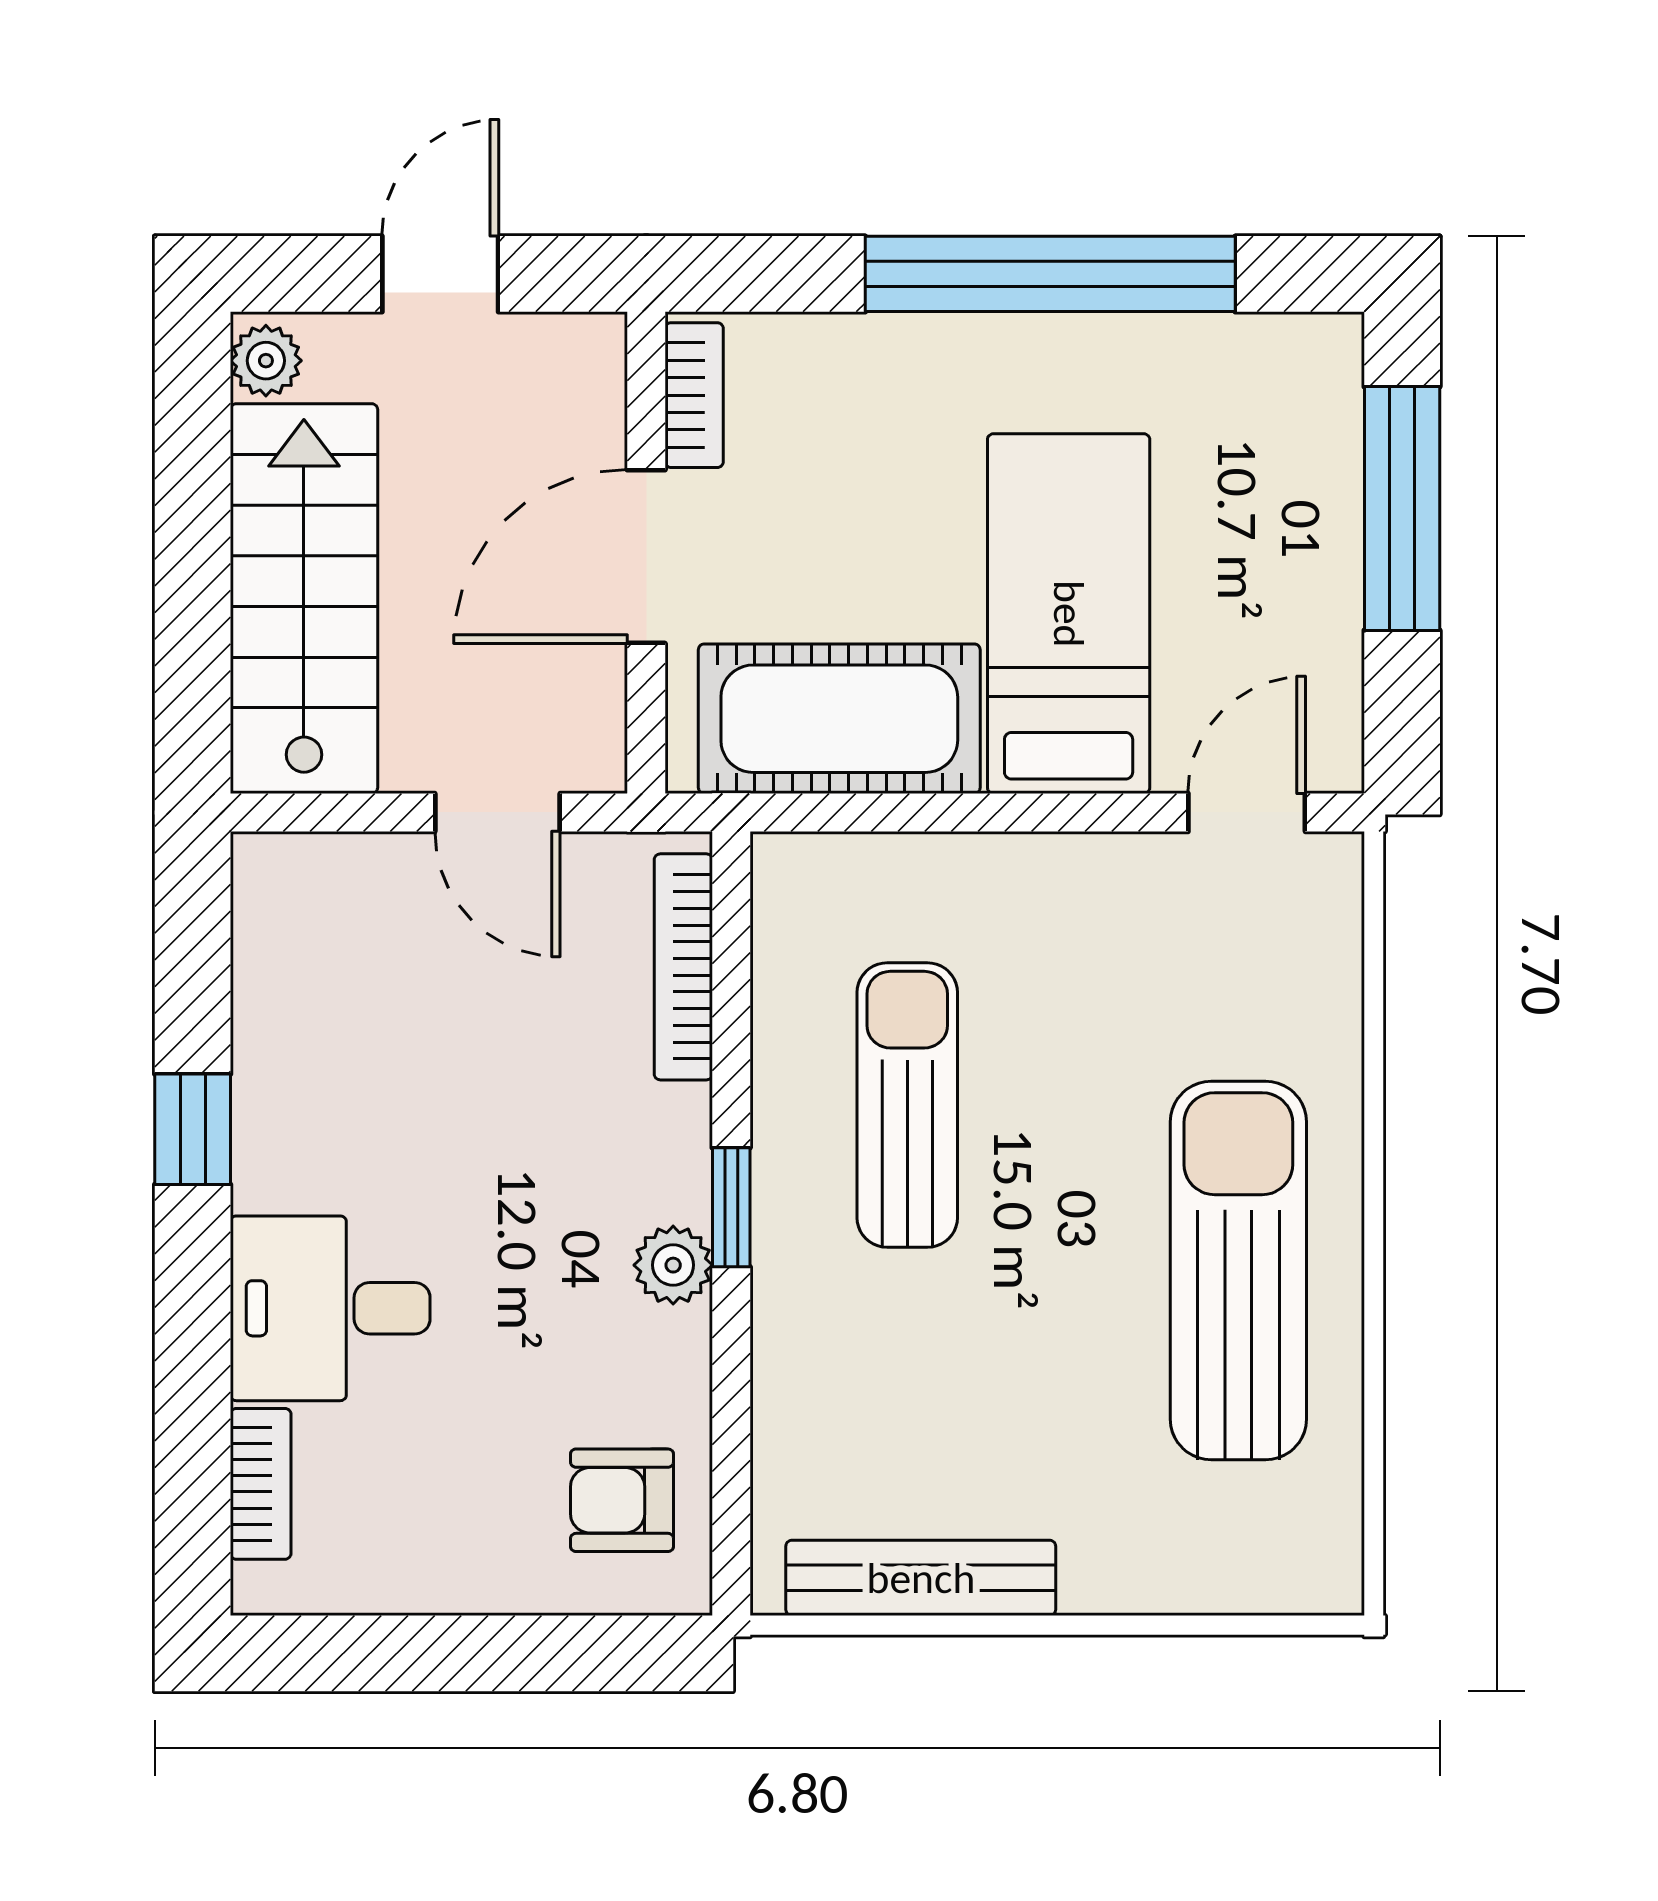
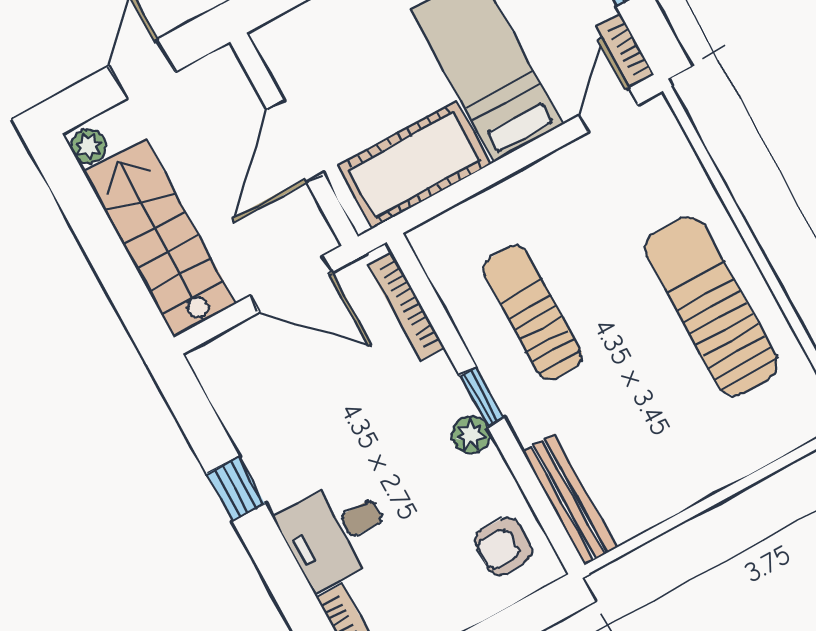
bookcase: (694, 395) -> (625, 51), moved, turned 180
door: (497, 812) -> (291, 284), width x1.38
bench: (921, 1578) -> (569, 500), moved, turned 90

